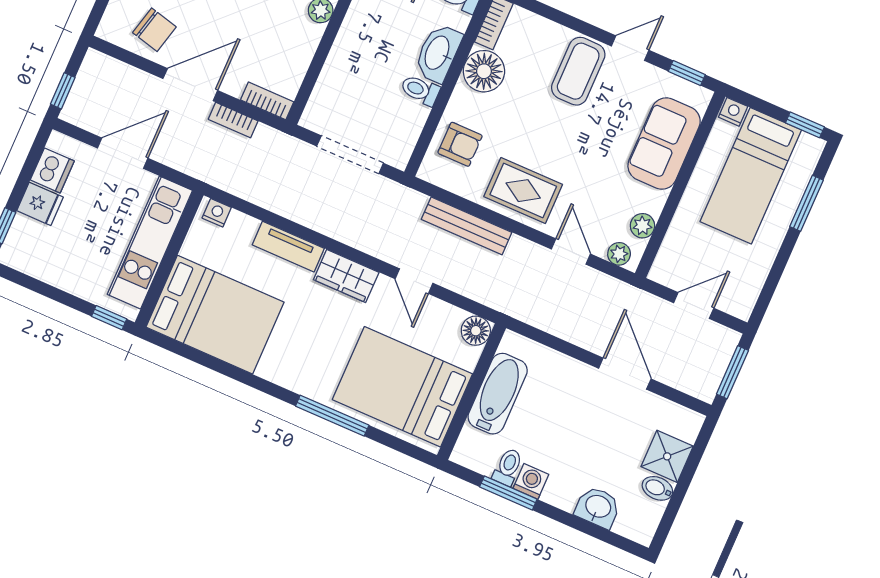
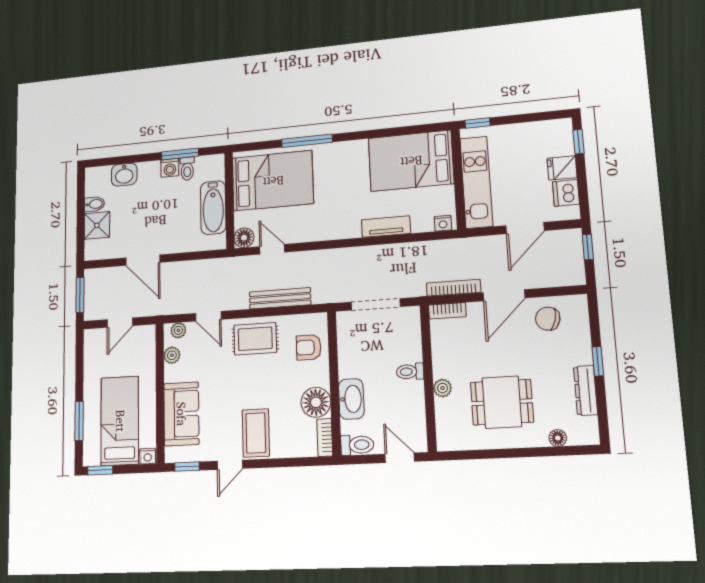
toilet: (420, 90) -> (410, 372), moved, turned 180
bookcase: (233, 120) -> (454, 288), width x1.56
wardrobe: (346, 276) -> (340, 228), removed
door: (414, 281) -> (272, 249), moved

